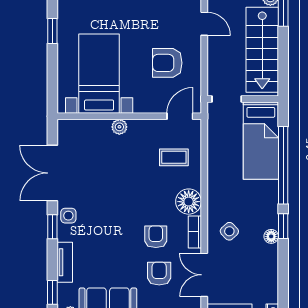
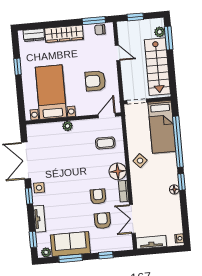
side table: (229, 231) -> (140, 161), moved

